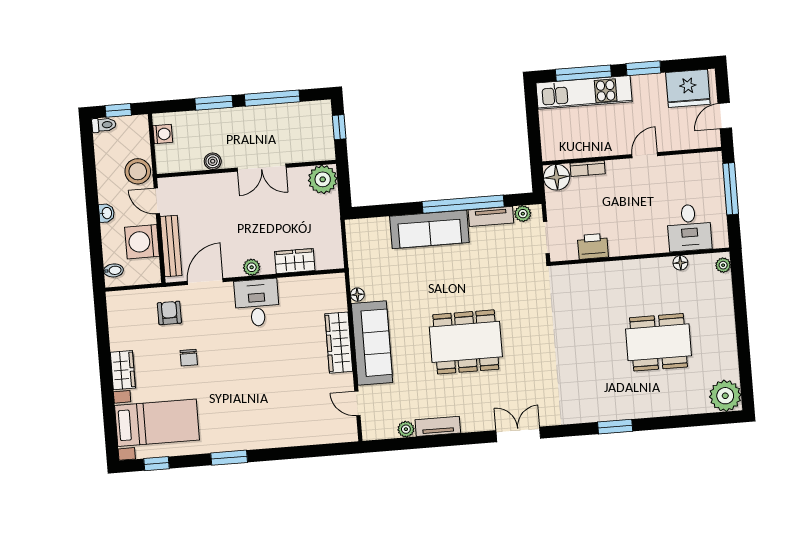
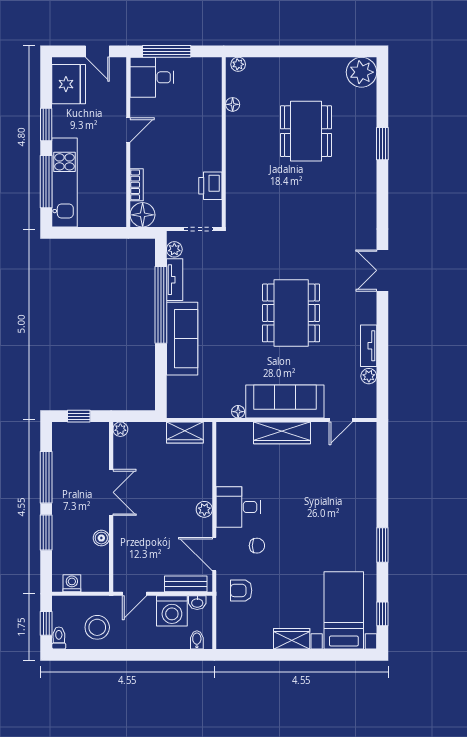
door: (645, 155) -> (128, 130), swing flipped
stool: (138, 171) -> (97, 627), moved
plant: (323, 179) -> (120, 429), width x0.53, depth x0.53
washbasin: (106, 213) -> (197, 603), moved, turned 180
desk: (689, 228) -> (152, 77), moved, turned 180
bench: (171, 246) -> (186, 584), width x0.73
wardrobe: (295, 261) -> (185, 432), moved, turned -90
chair: (189, 358) -> (257, 546), moved
window: (615, 427) -> (382, 144), moved

